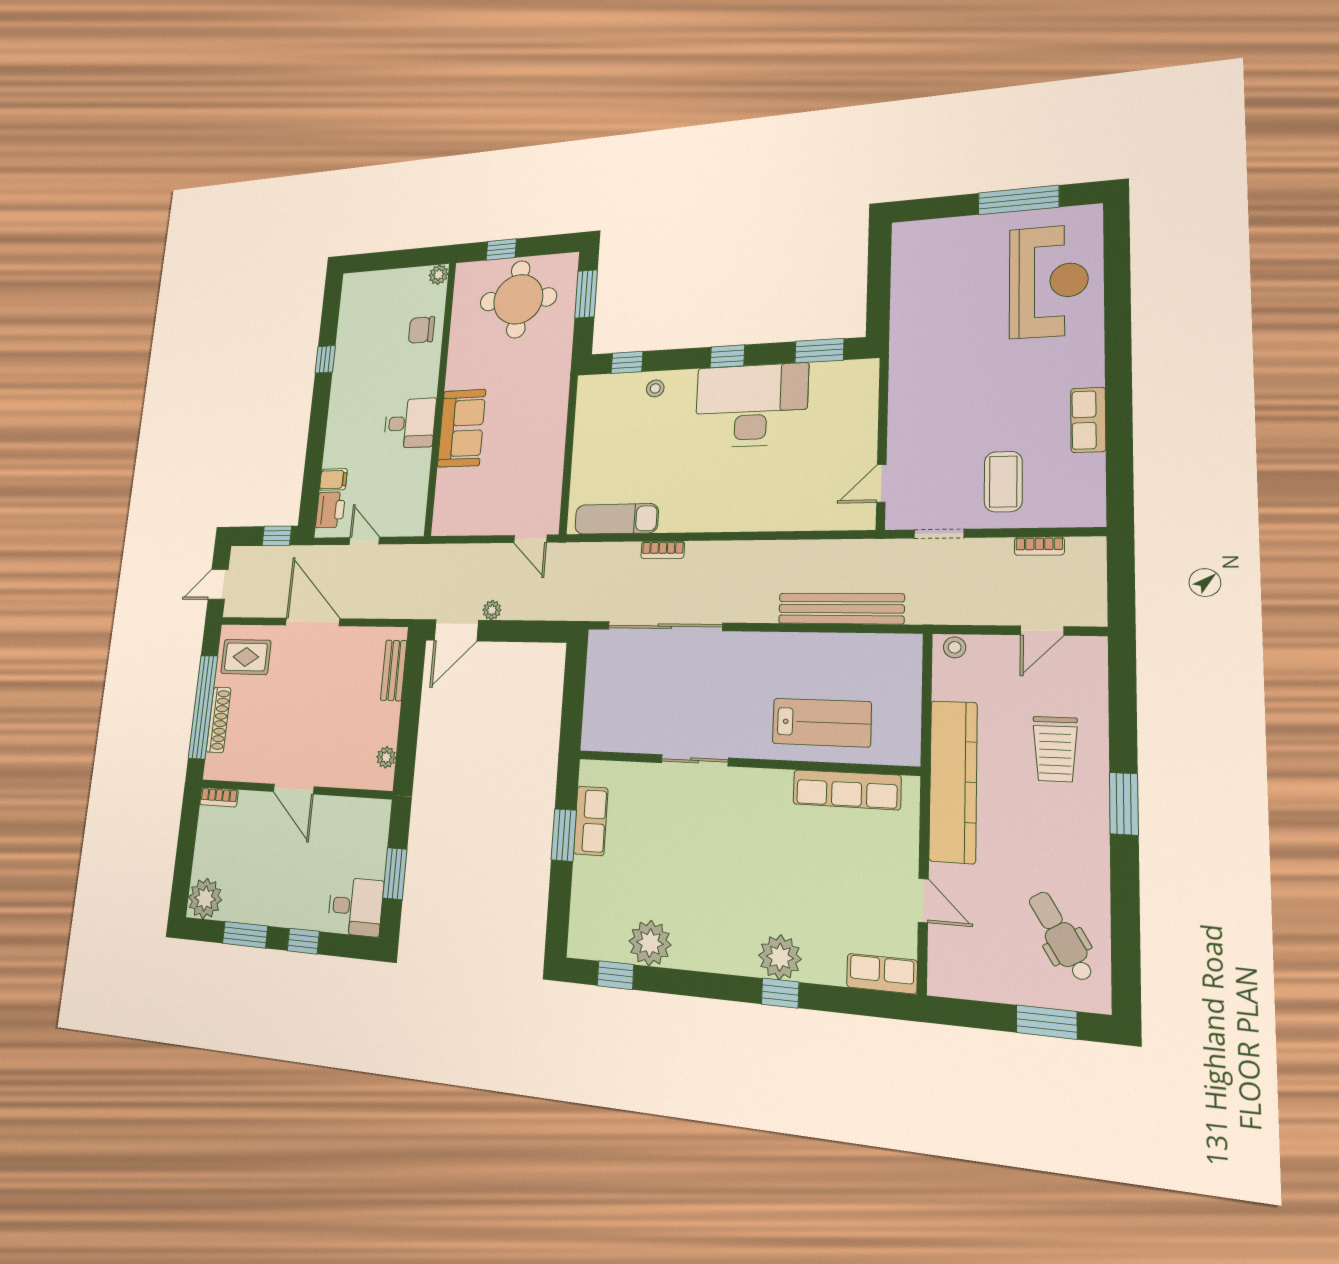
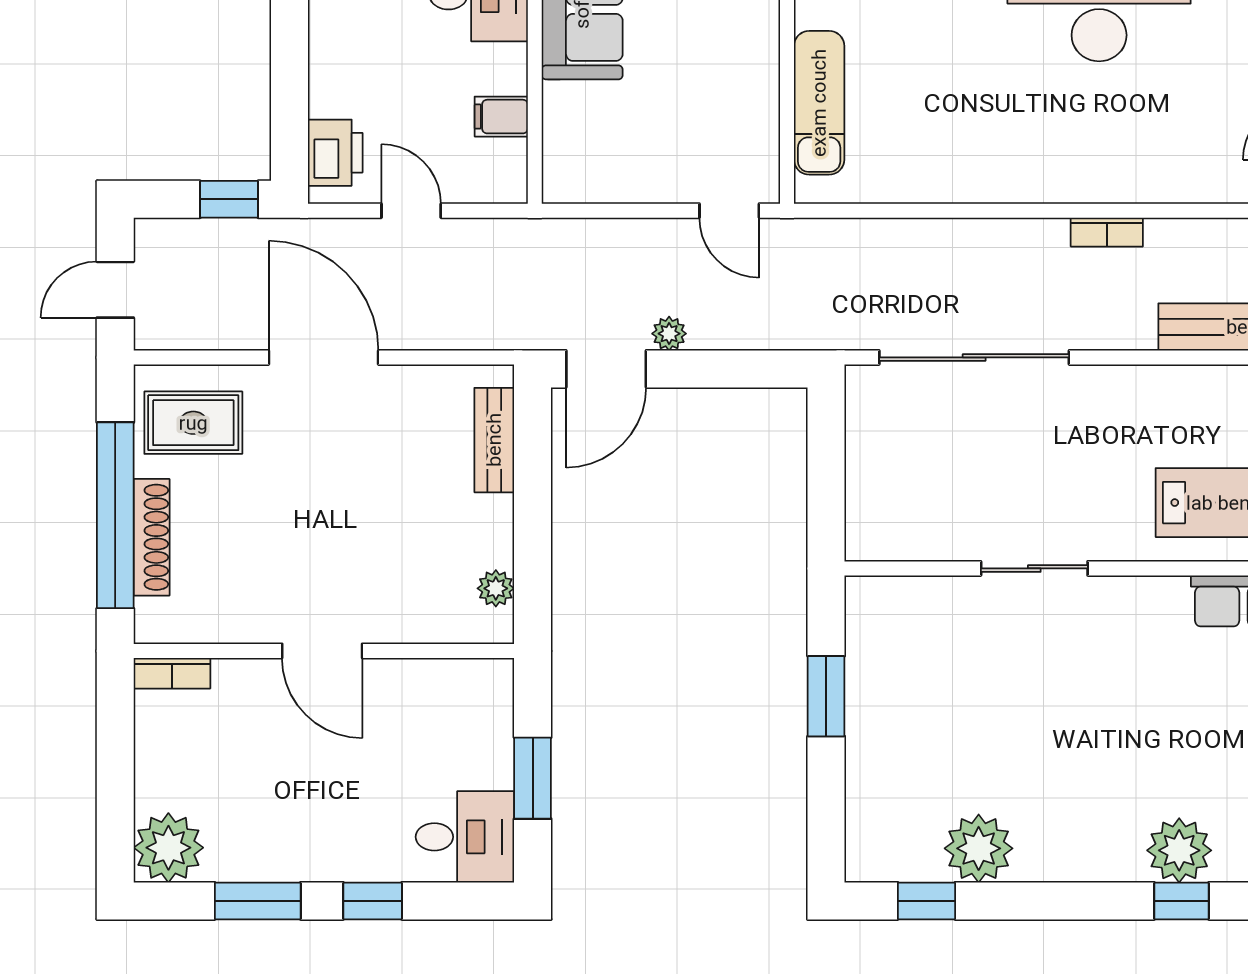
filing cabinet: (333, 479) -> (501, 117), moved, turned 180
exam couch: (616, 519) -> (819, 103), moved, turned 90
bookcase: (663, 550) -> (1107, 232), moved
row of seats: (591, 821) -> (870, 671), removed

